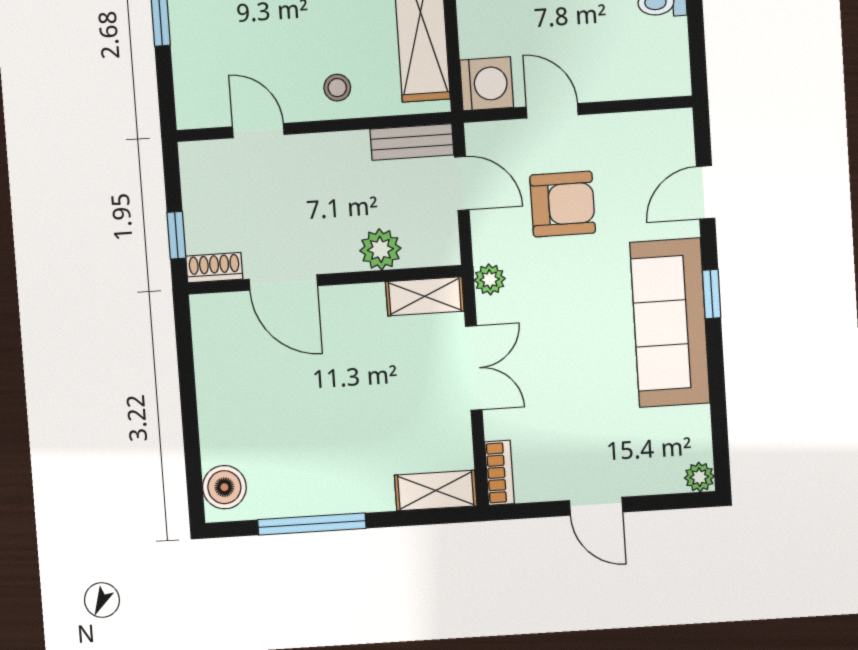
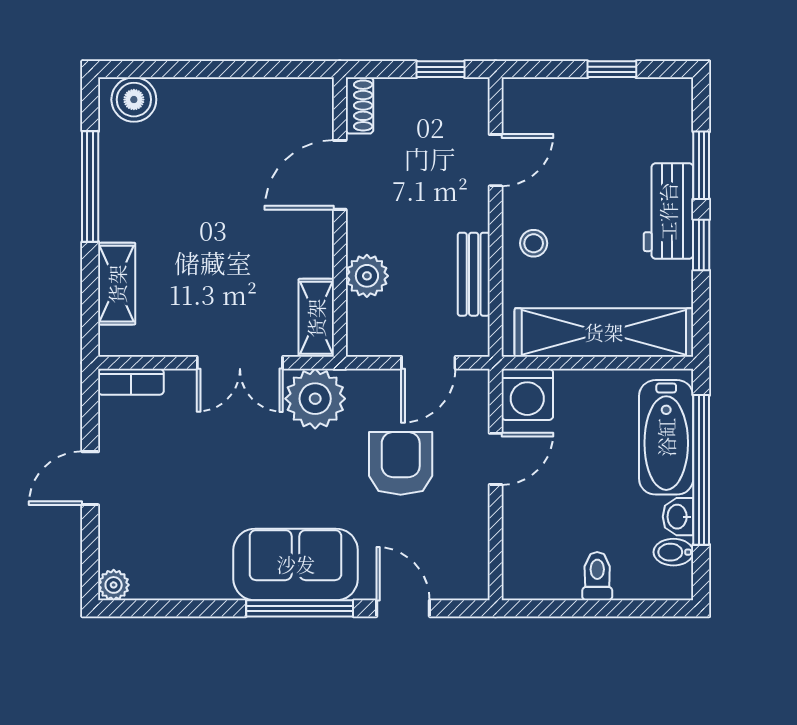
bench: (412, 142) -> (474, 274), moved
armchair: (563, 204) -> (401, 463), turned 180
window: (176, 235) -> (440, 69), moved
plant: (490, 279) -> (315, 399), width x1.88, depth x1.88
window: (712, 294) -> (300, 608), width x2.17
sofa: (670, 323) -> (296, 564), width x0.73
shelving: (436, 491) -> (117, 284), moved

